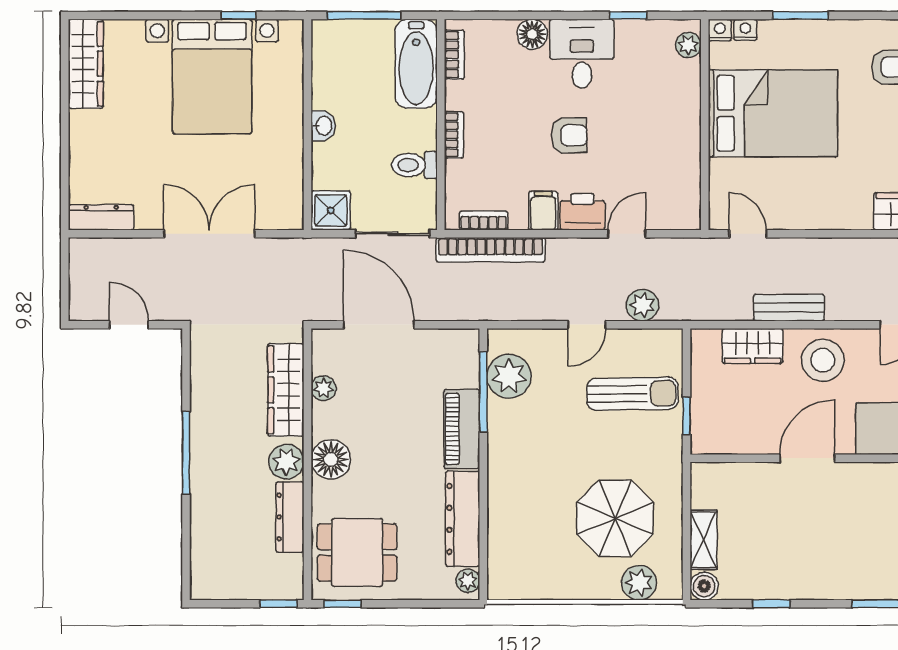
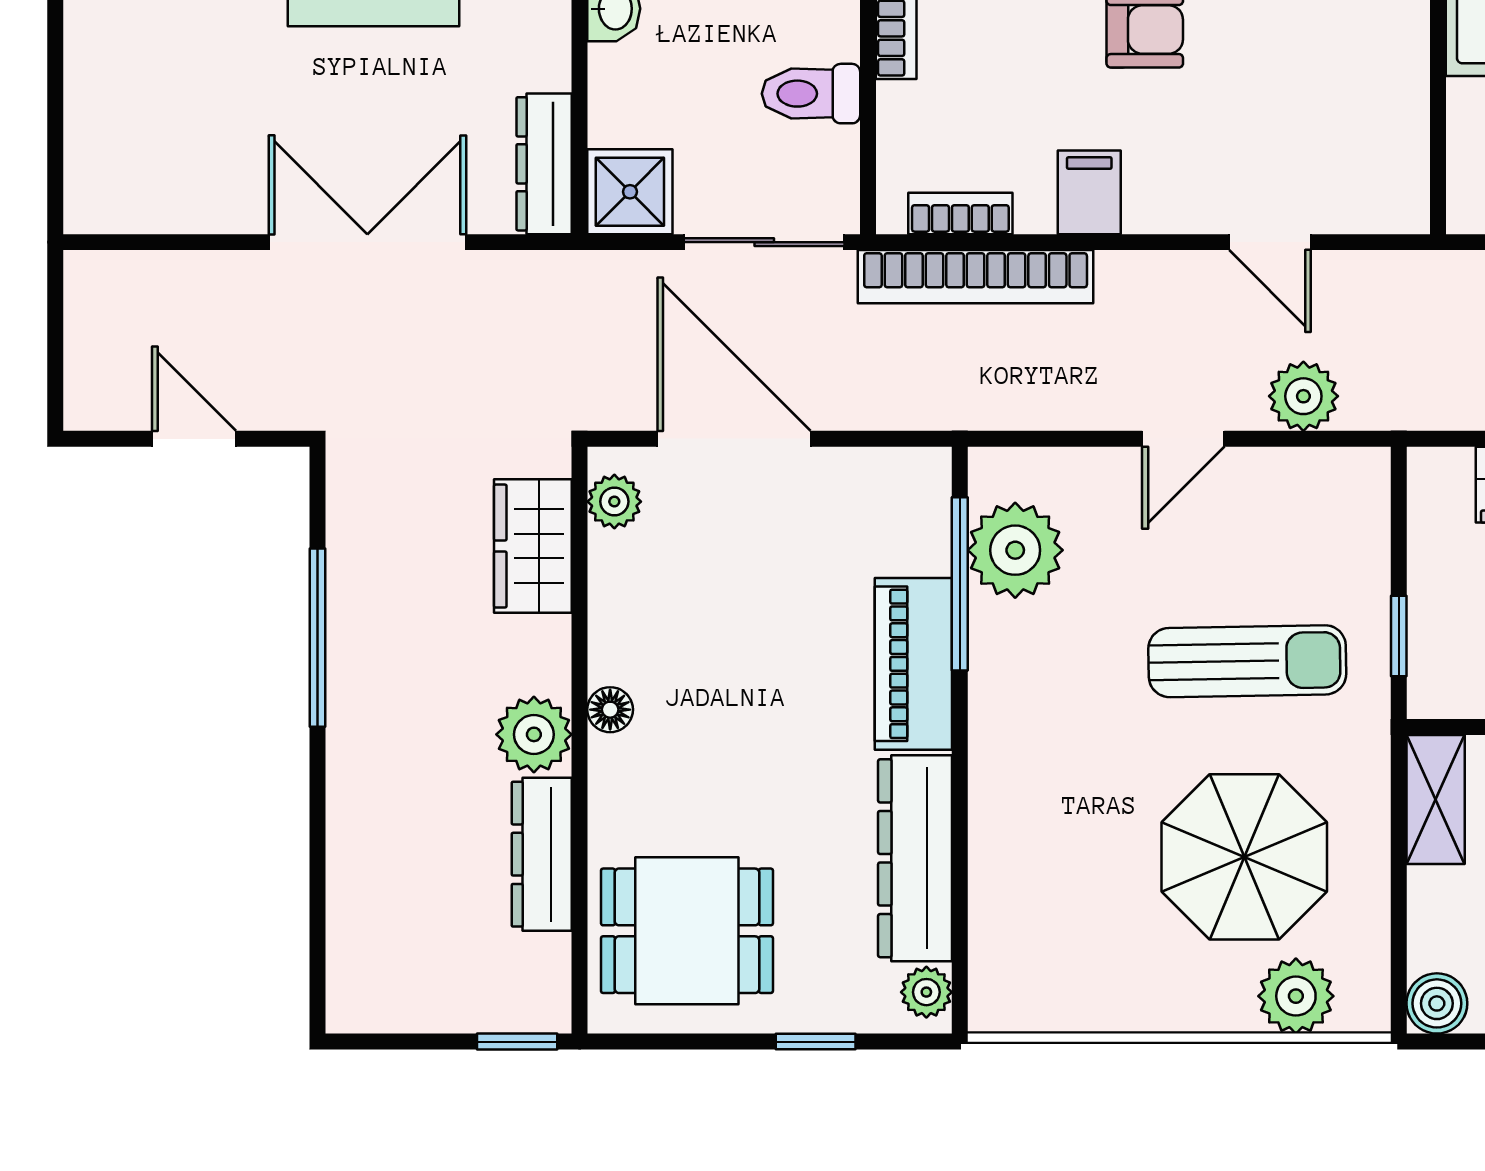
printer: (582, 212) -> (1174, 195), removed
dresser: (101, 217) -> (544, 164), moved, turned -90
door: (627, 234) -> (1270, 242), swing flipped
plant: (323, 388) -> (614, 502), moved
wardrobe: (286, 390) -> (533, 546), width x0.67
sun lounger: (633, 394) -> (1247, 661), moved
window: (186, 453) -> (317, 638), moved
floor lamp: (331, 459) -> (610, 710), width x0.53, depth x0.53
shelving: (704, 540) -> (1436, 799), moved
window: (342, 604) -> (816, 1042), moved

